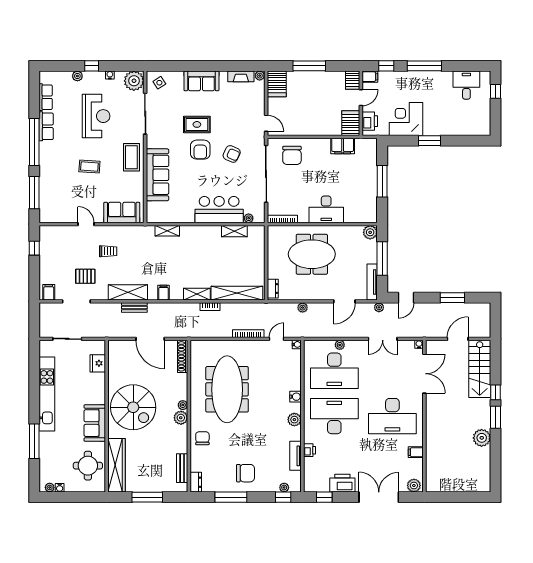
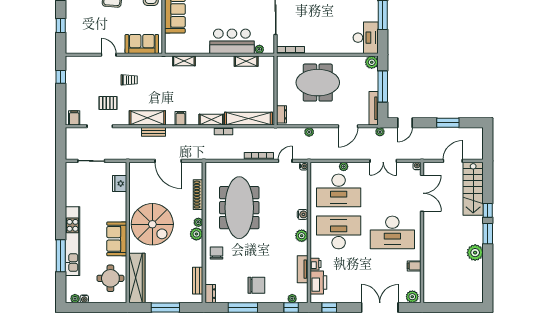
window: (34, 193) -> (61, 26), width x0.46
desk: (326, 209) -> (366, 38), moved, turned -90
shoe rack: (183, 356) -> (198, 195), moved
kitchen unit: (47, 394) -> (73, 241), moved
printer: (342, 483) -> (318, 282), moved, turned 90

